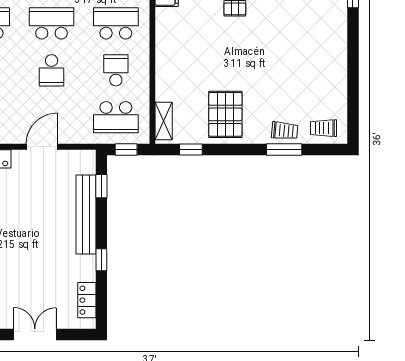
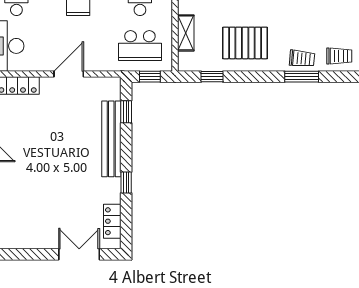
pallet: (225, 114) -> (245, 43), turned 90
shelving: (164, 121) -> (186, 33), moved
trolley: (324, 128) -> (339, 56), turned 180
double door: (35, 334) -> (79, 254), moved

